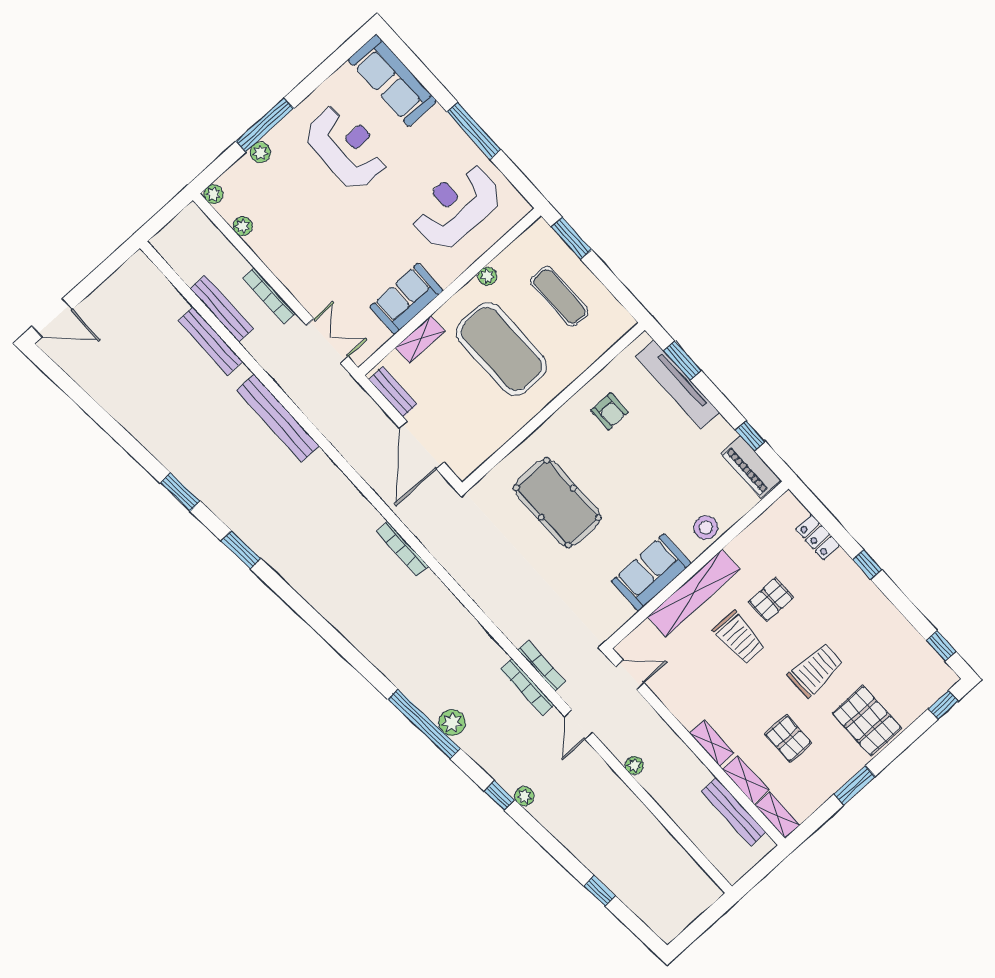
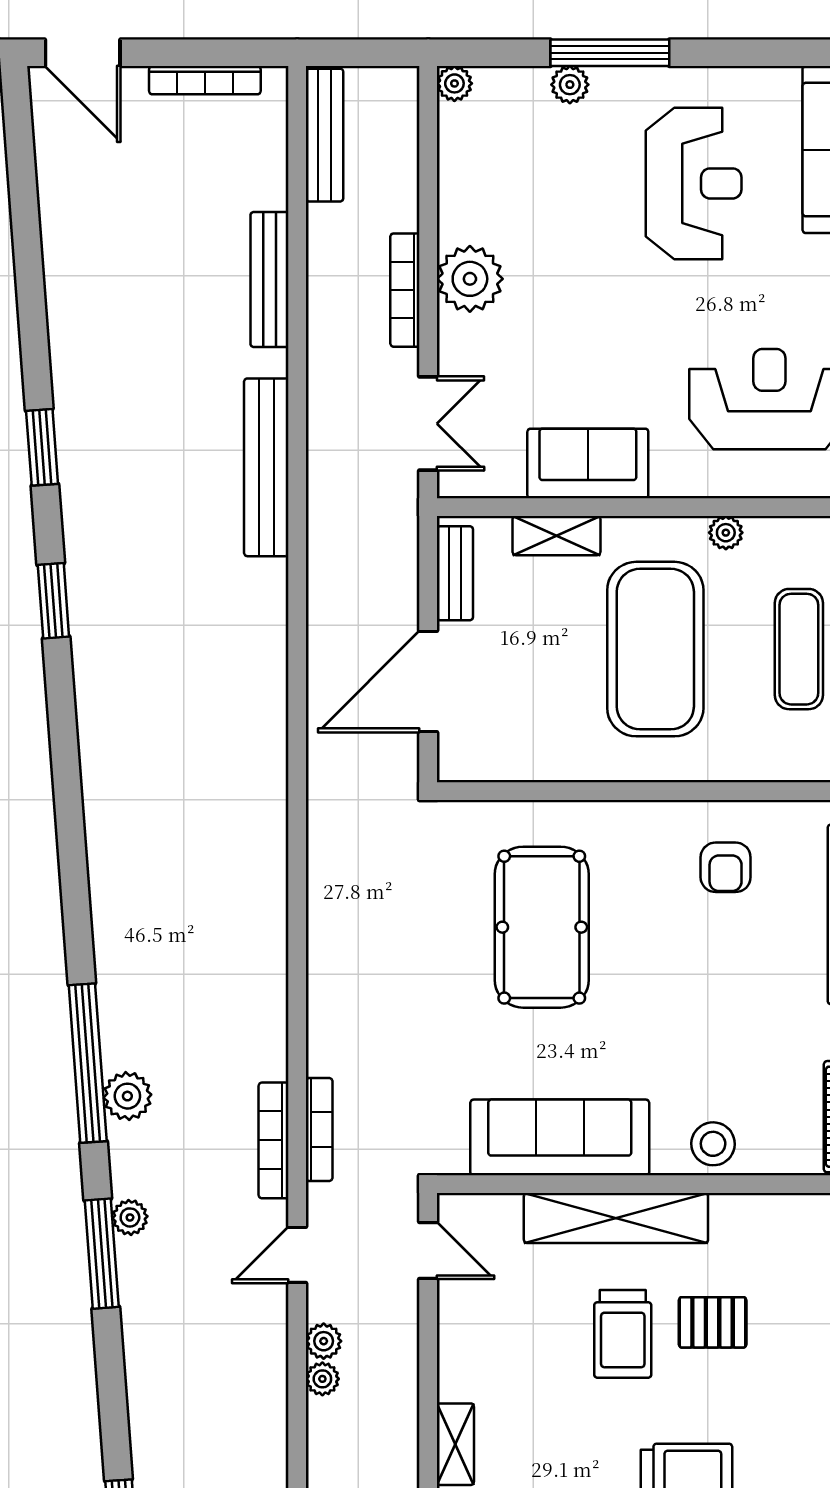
plant: (243, 226) -> (470, 279), moved, width x1.87, depth x1.87
bench: (222, 309) -> (325, 135), moved
bookcase: (402, 549) -> (205, 80), moved, turned -90
sofa: (651, 572) -> (560, 1137), width x1.36
plant: (621, 750) -> (324, 1341), added
window: (499, 796) -> (102, 1254), width x2.17
plant: (524, 796) -> (130, 1217), moved

